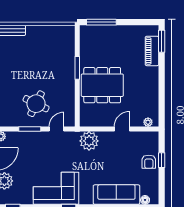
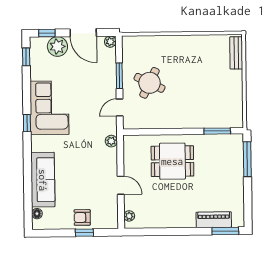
window: (77, 68) -> (217, 131), moved
dining table: (102, 85) -> (172, 161), width x0.73
door: (56, 129) -> (120, 107), swing flipped
plant: (89, 141) -> (111, 141), width x0.53, depth x0.53

